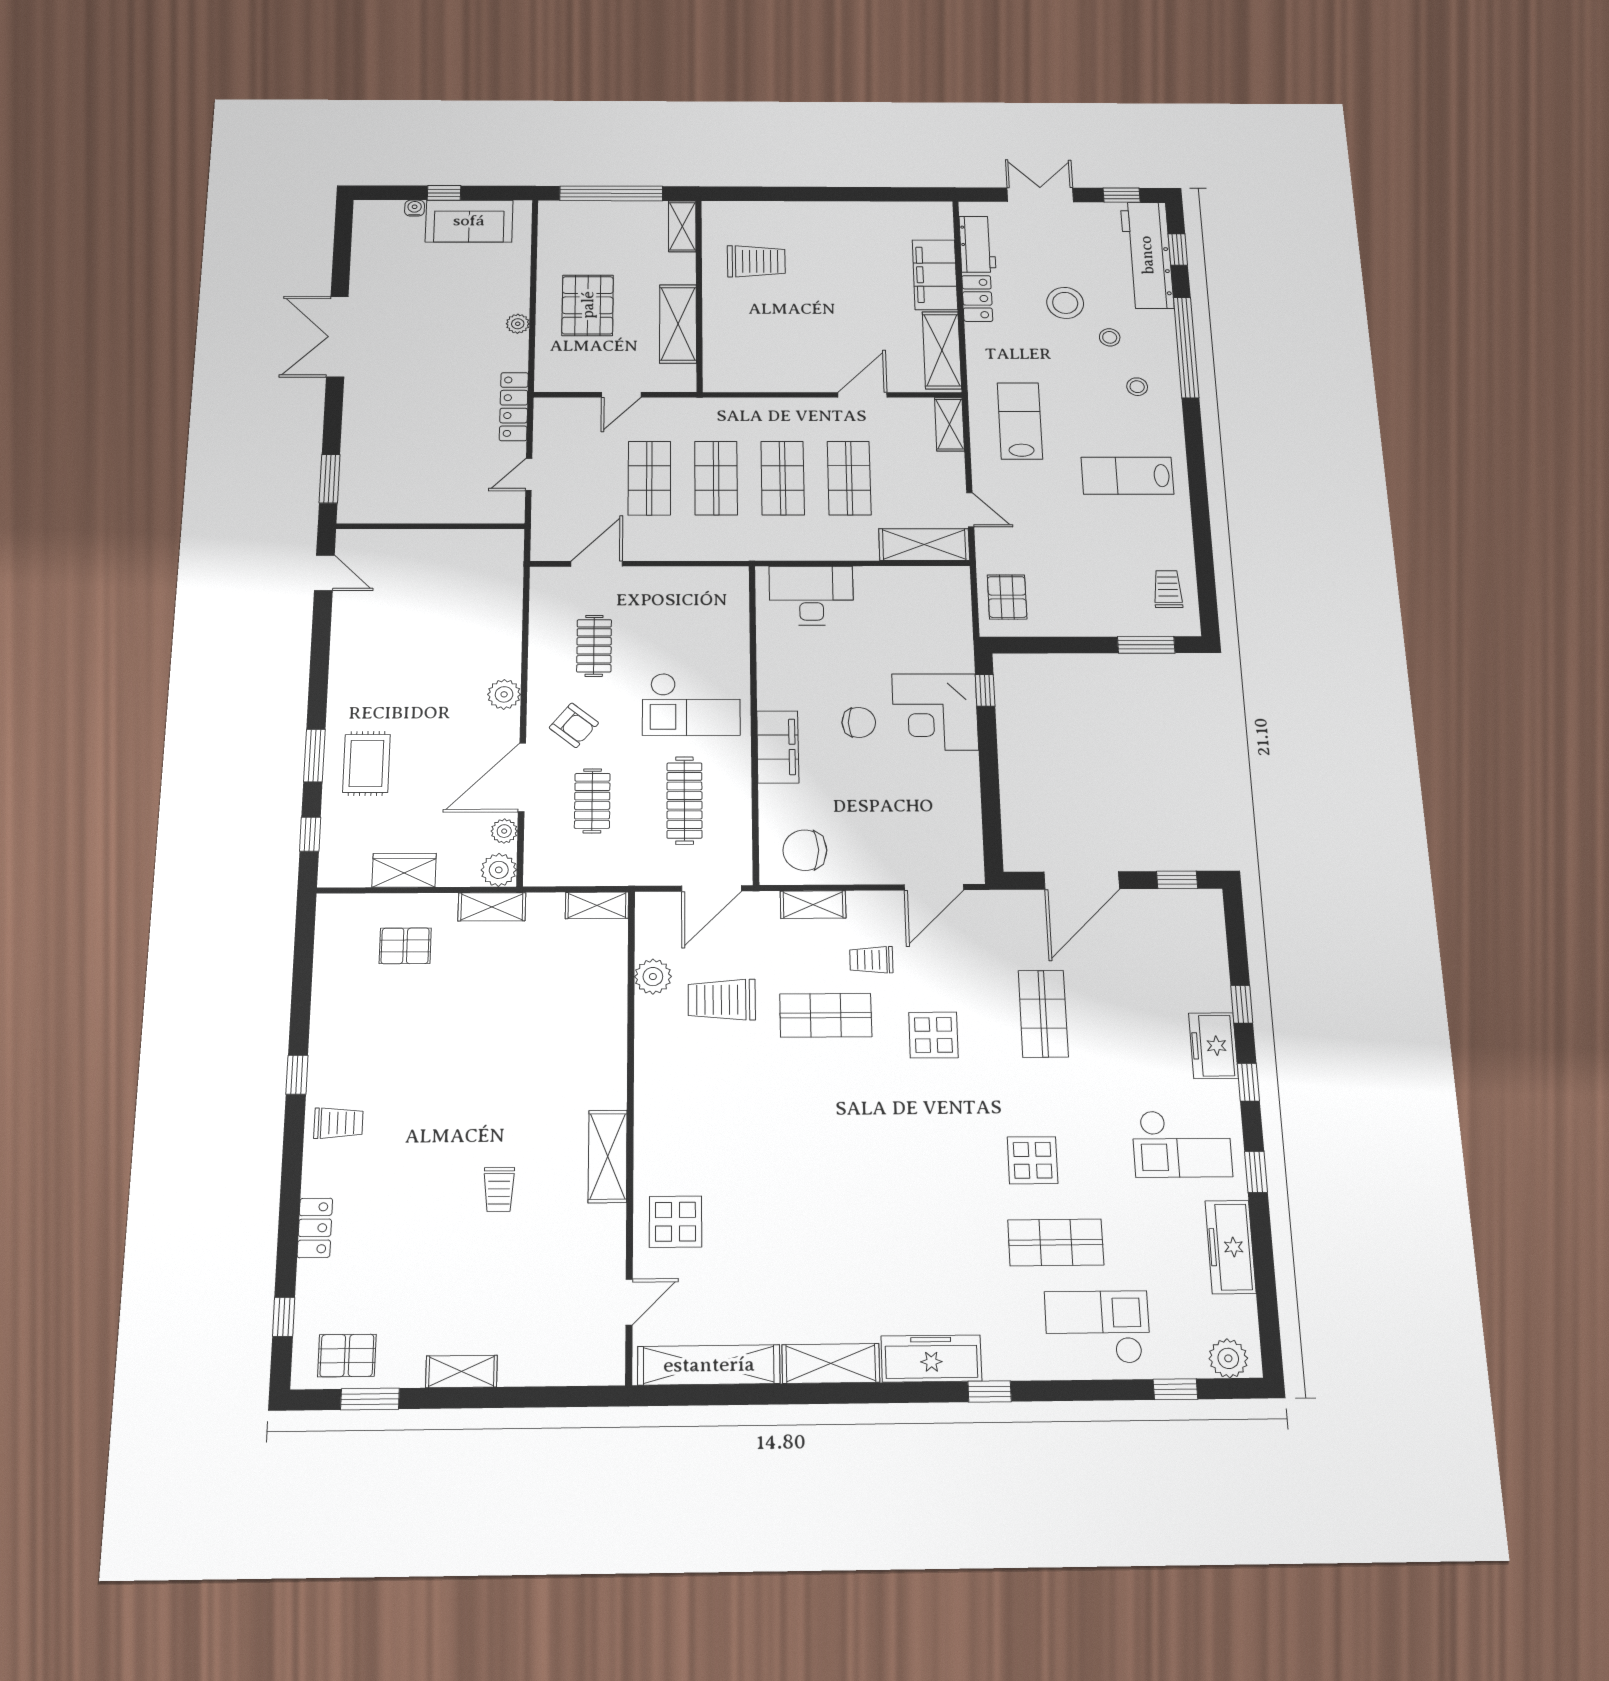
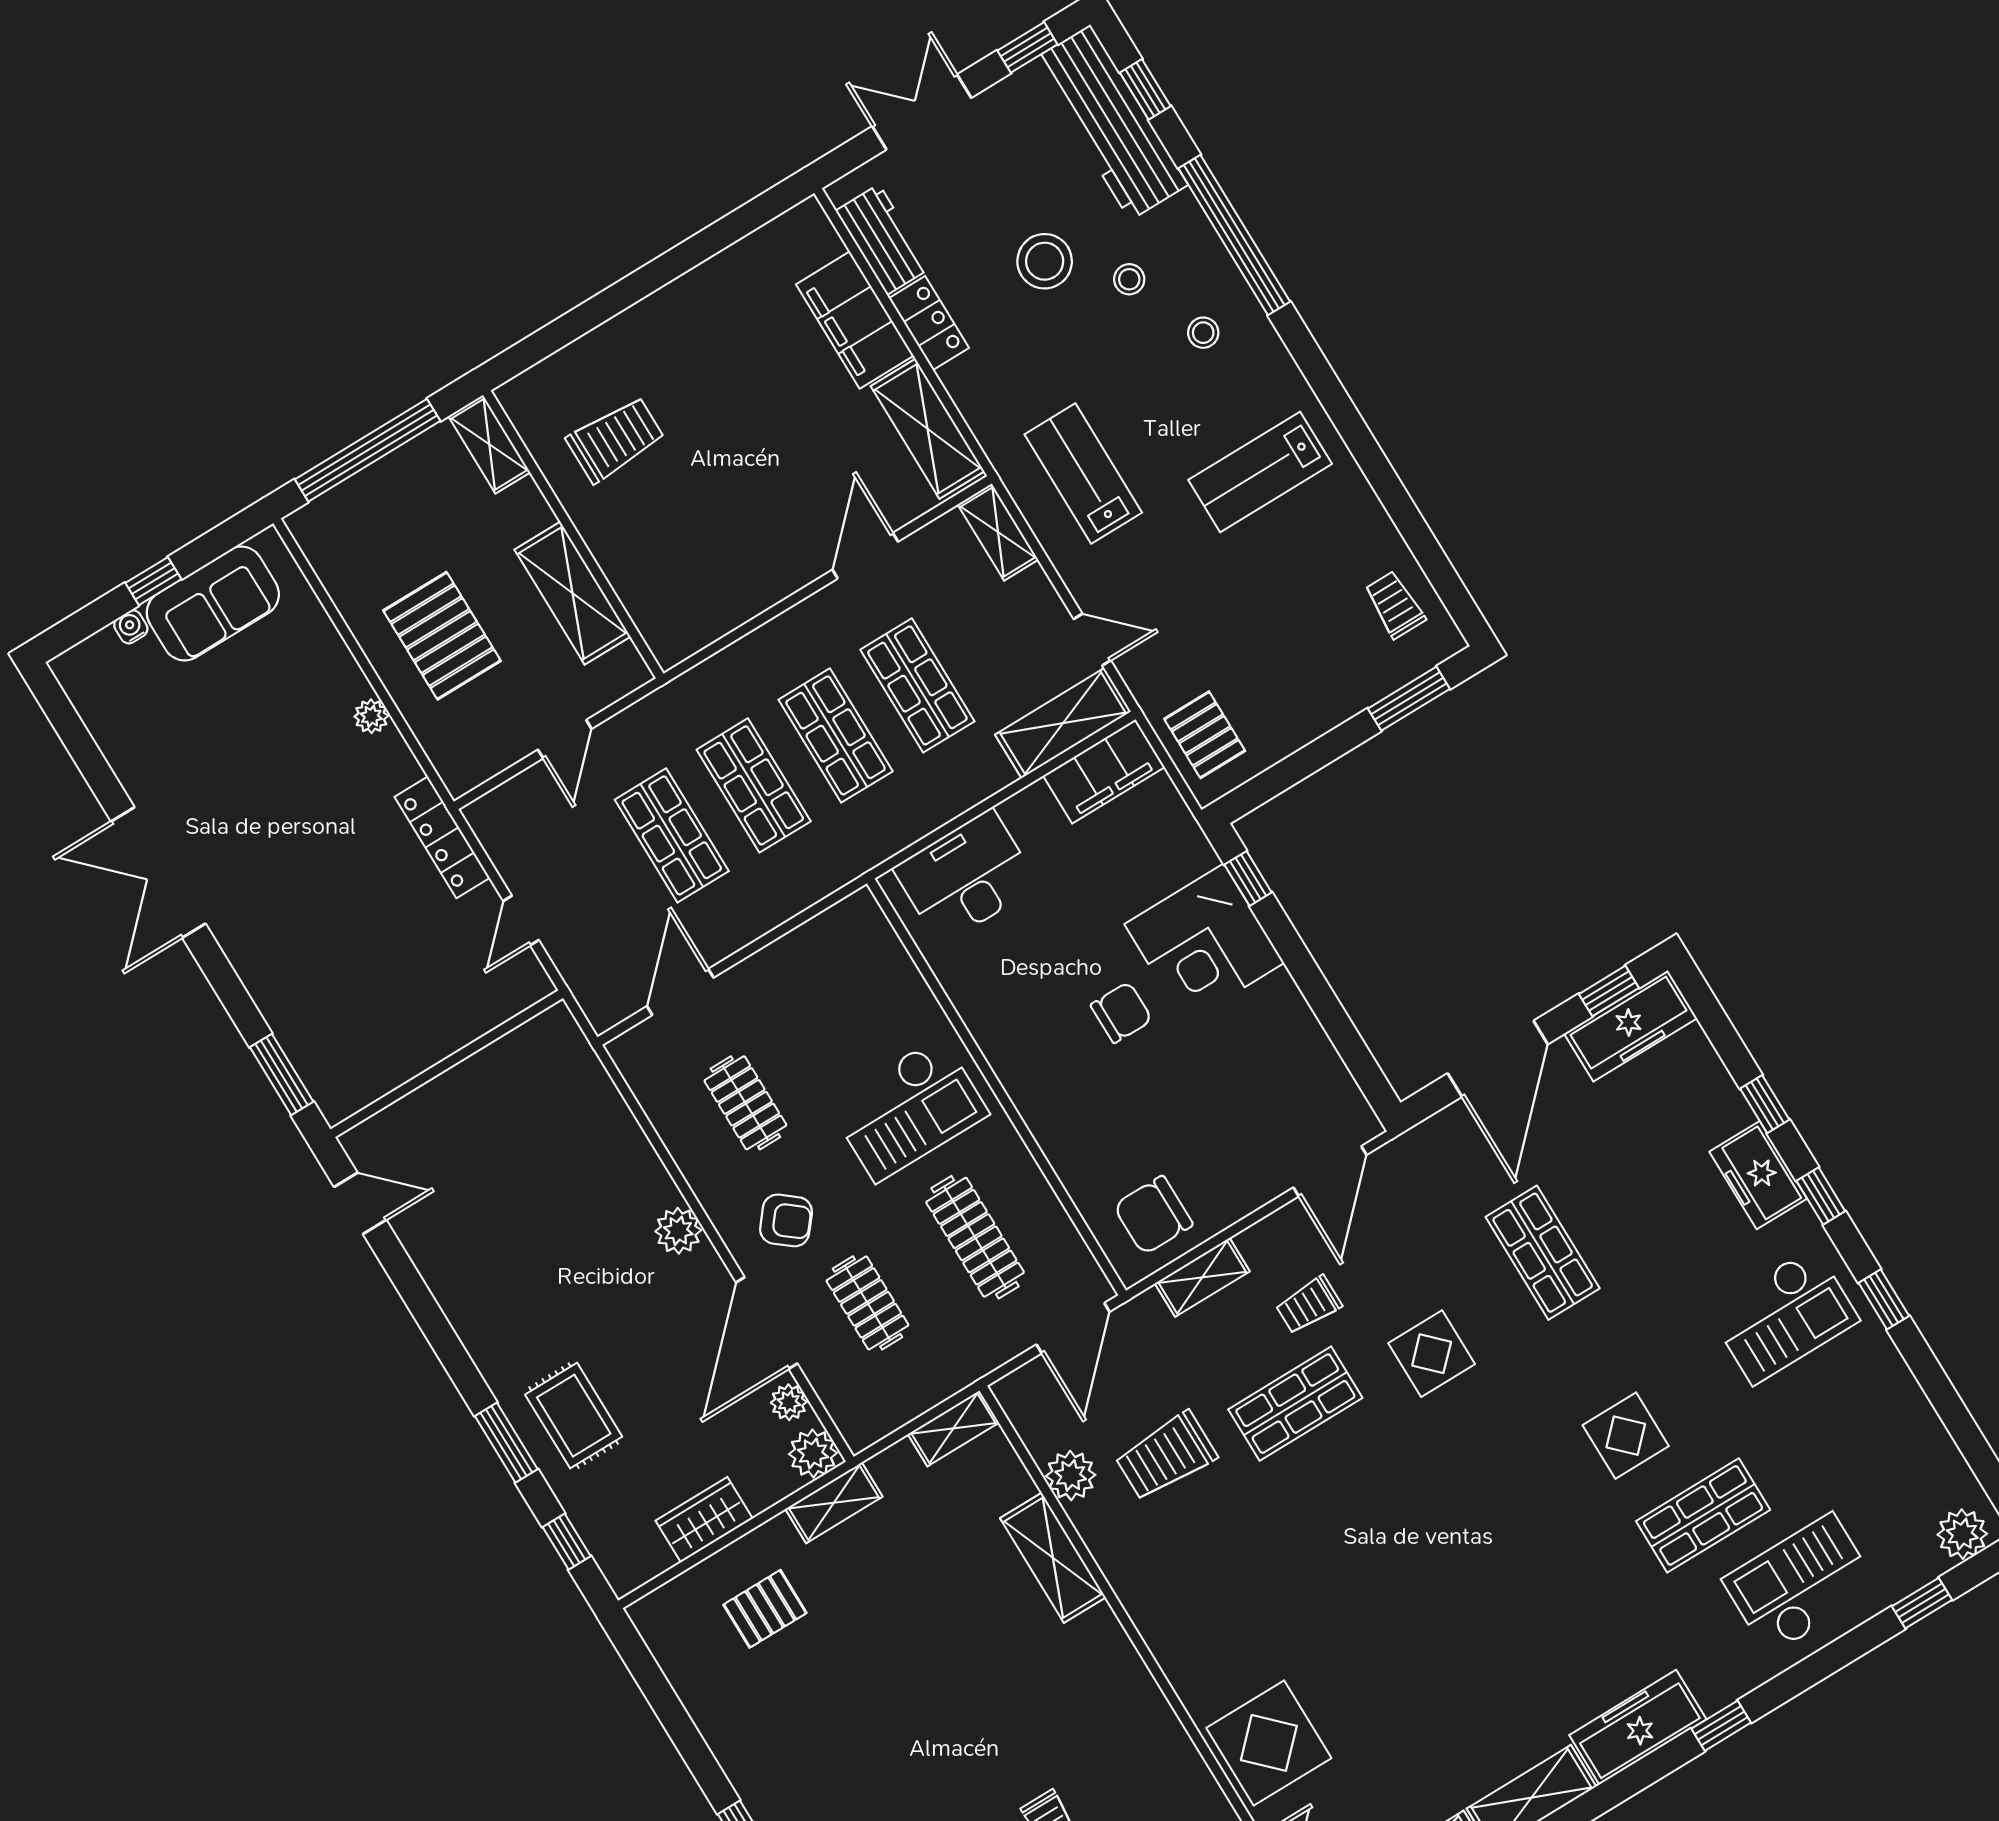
filing cabinet: (778, 747) -> (1104, 771), moved, turned 90
shelving: (608, 1156) -> (1053, 1558), moved
display table: (675, 1222) -> (1269, 1743), width x1.36, depth x1.36
freezer: (1231, 1247) -> (1631, 1026), moved, turned -90

